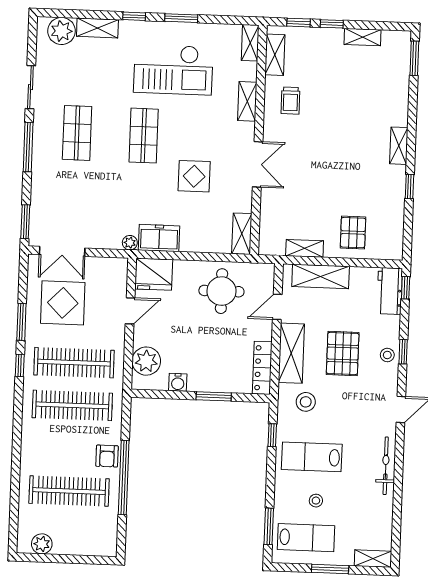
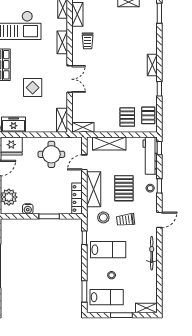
pallet: (389, 231) -> (148, 115), added
shelving: (305, 248) -> (83, 127), moved
workbench: (390, 291) -> (150, 156), width x1.38
trolley: (343, 407) -> (126, 220), added
lab bench: (312, 457) -> (108, 250), turned 180

